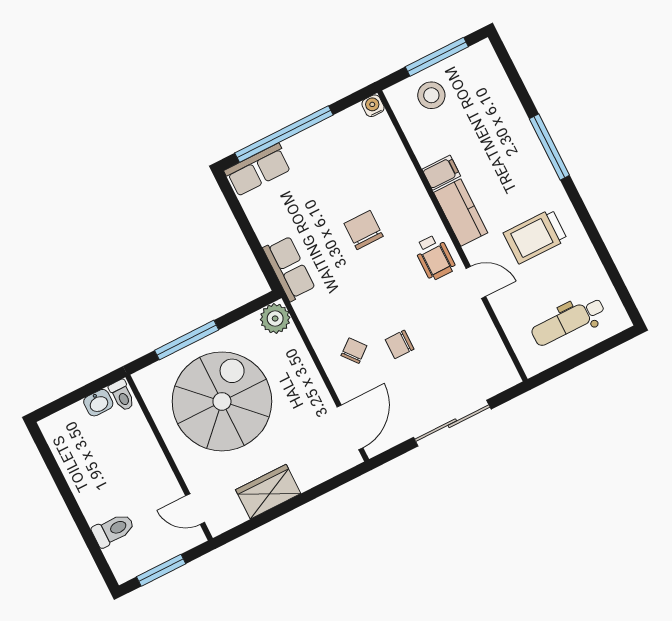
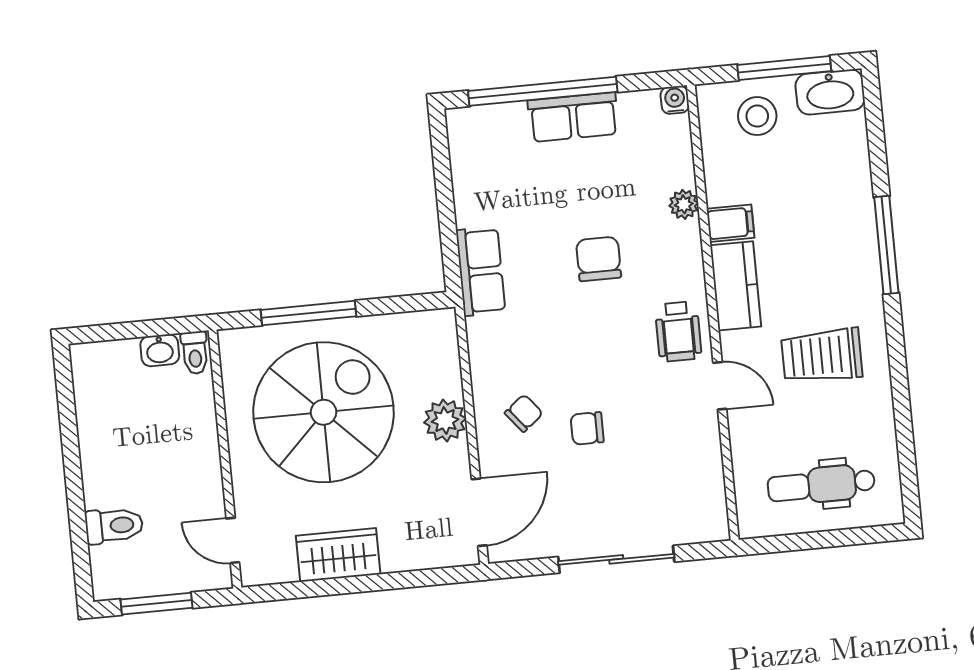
washbasin: (473, 61) -> (830, 92), added
row of seats: (258, 170) -> (573, 117), moved
plant: (406, 172) -> (684, 204), added
plant: (275, 319) -> (445, 420), moved

